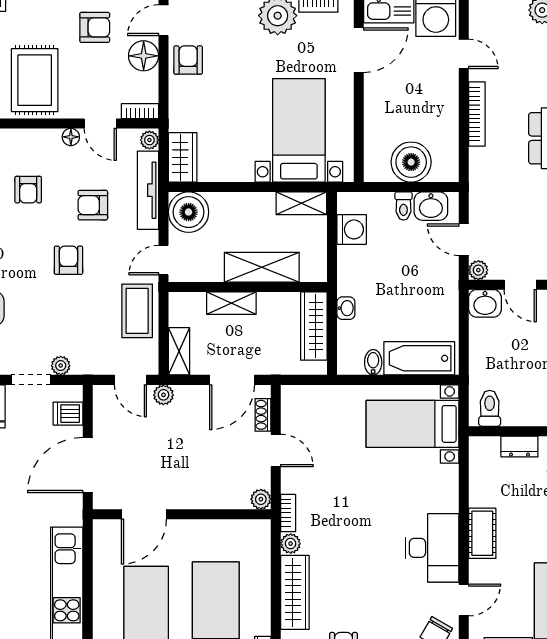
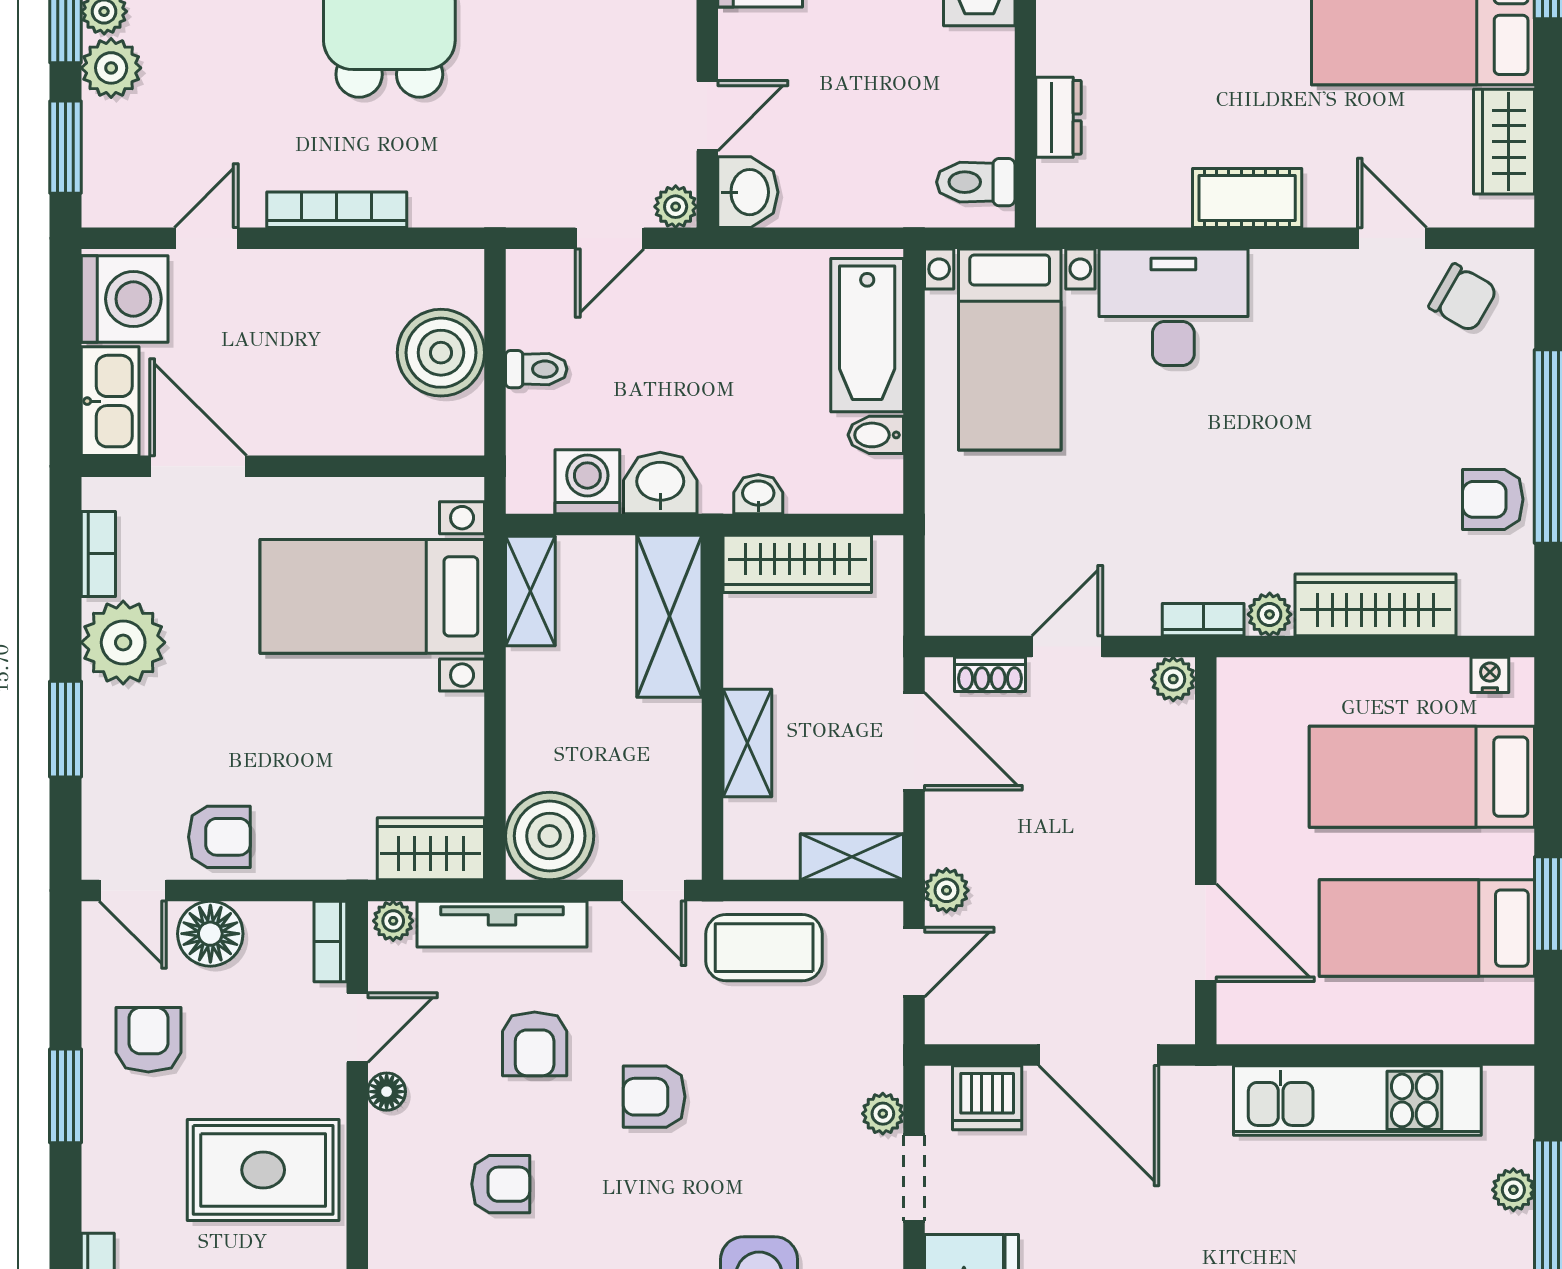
armchair: (188, 60) -> (219, 837), turned 180
washbasin: (431, 206) -> (660, 483), moved, turned -90
shelving: (262, 267) -> (669, 616), moved
dishwasher: (68, 414) -> (987, 1098), width x1.38
desk: (432, 548) -> (1173, 307), moved

